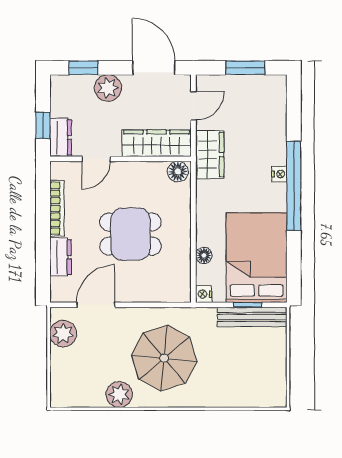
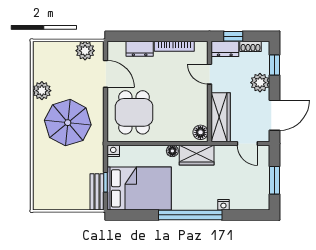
shoe rack: (57, 101) -> (250, 46), added
wardrobe: (210, 155) -> (197, 155), moved
nightstand: (279, 174) -> (223, 205), moved
dining table: (130, 234) -> (134, 112), moved
floor lamp: (204, 255) -> (172, 151), moved
bench: (252, 317) -> (97, 192), width x0.73

